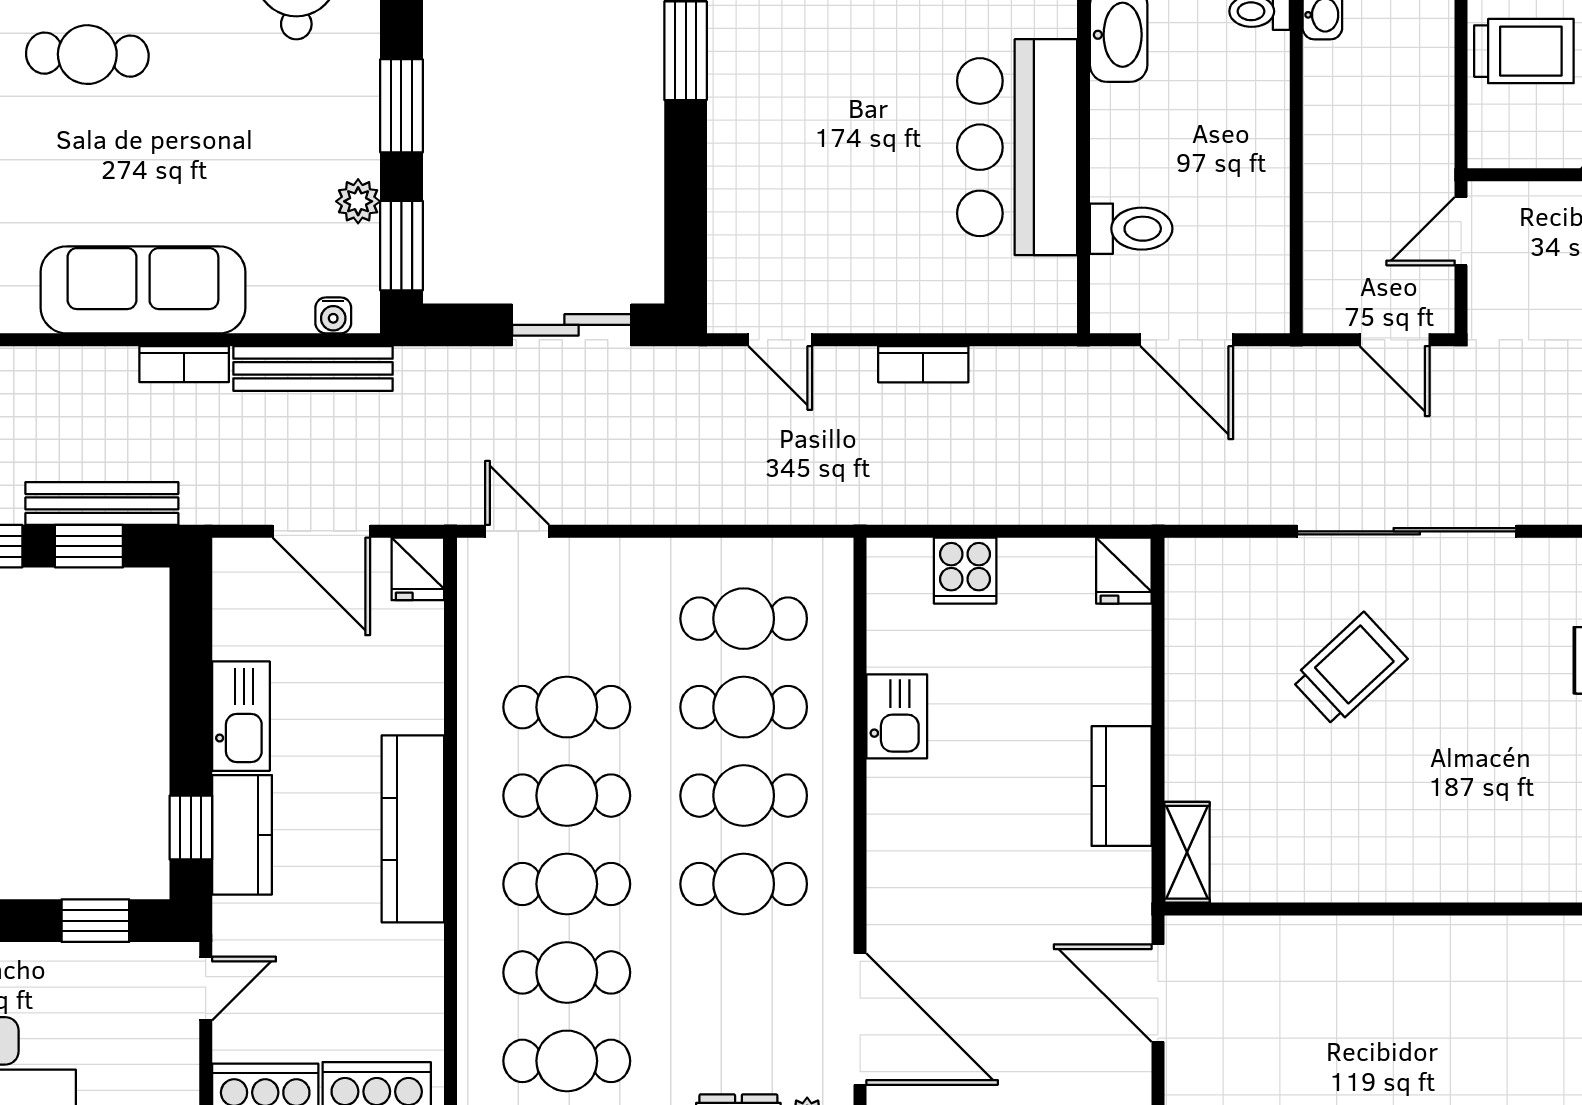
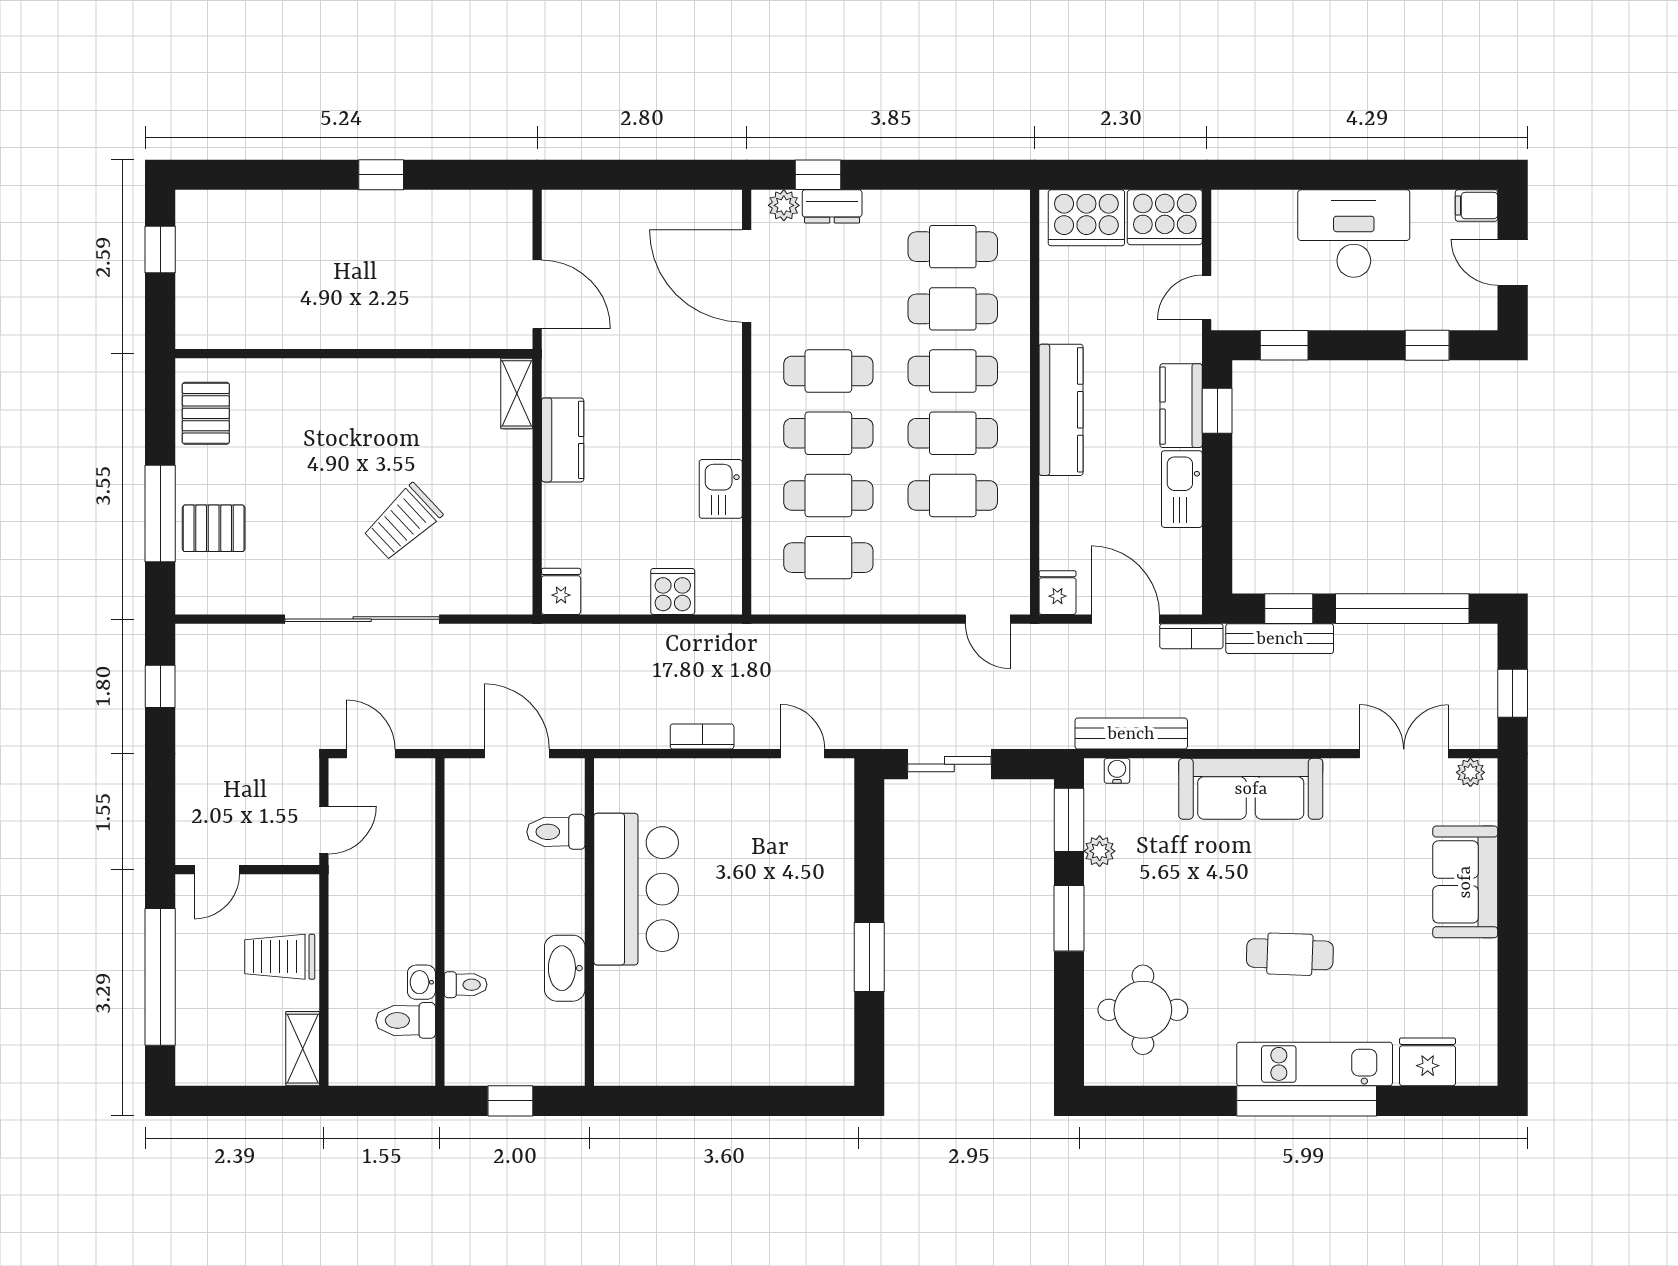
bookcase: (184, 364) -> (1191, 636), moved, turned 180

